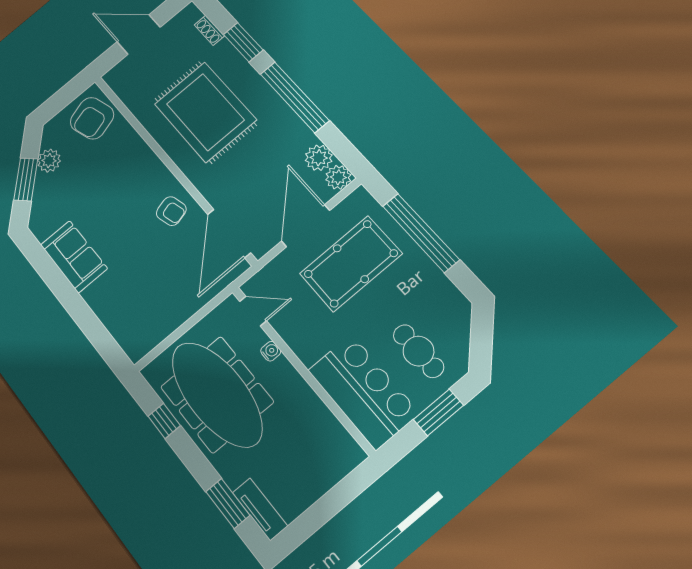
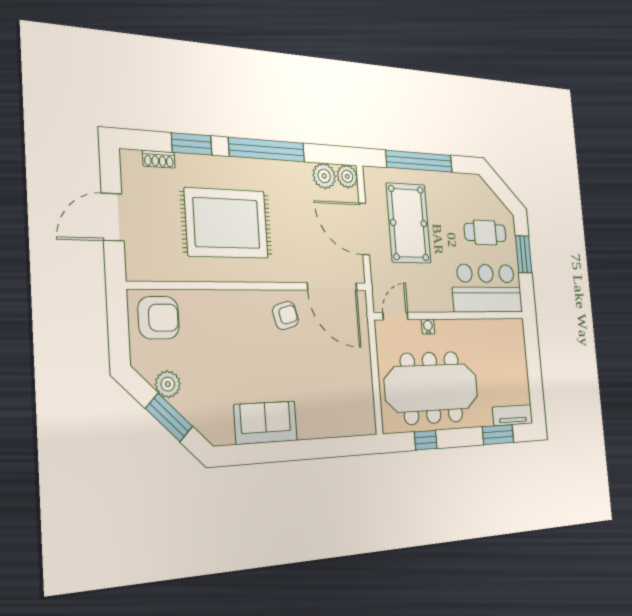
armchair: (92, 118) -> (159, 318), turned -73

